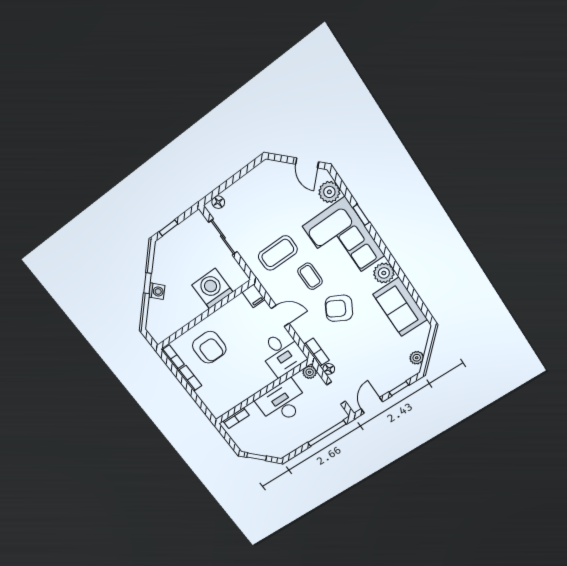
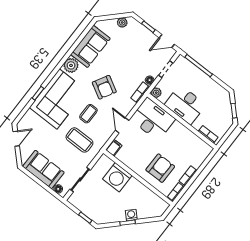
sofa: (251, 189) -> (43, 169), added
plant: (329, 192) -> (30, 119), removed
desk: (282, 353) -> (153, 119), width x1.37

